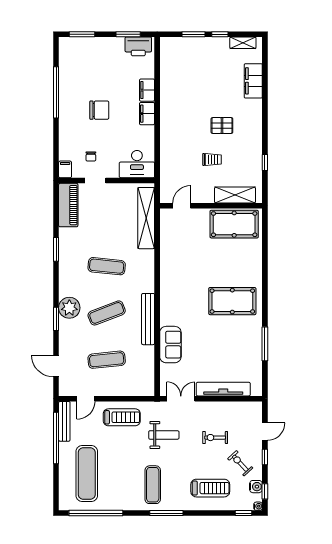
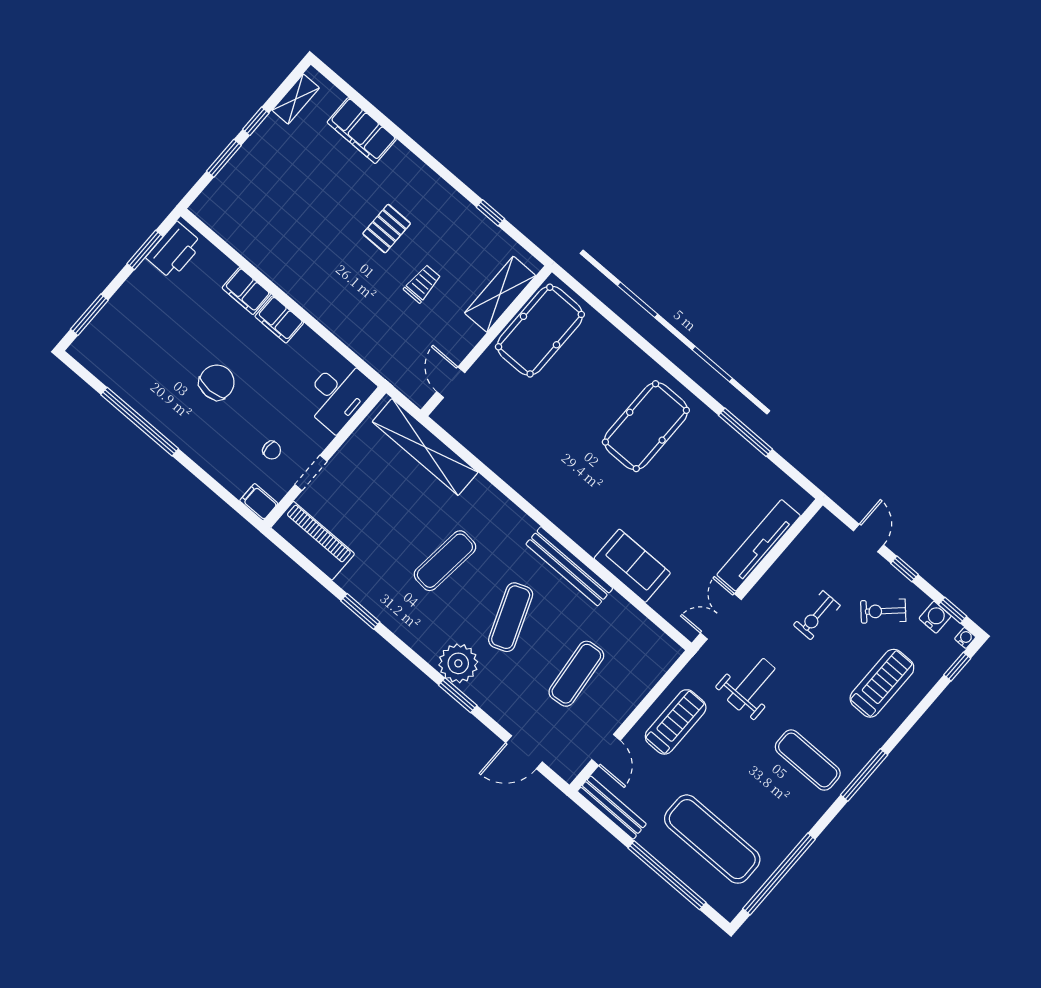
window: (56, 438) -> (667, 875), moved

